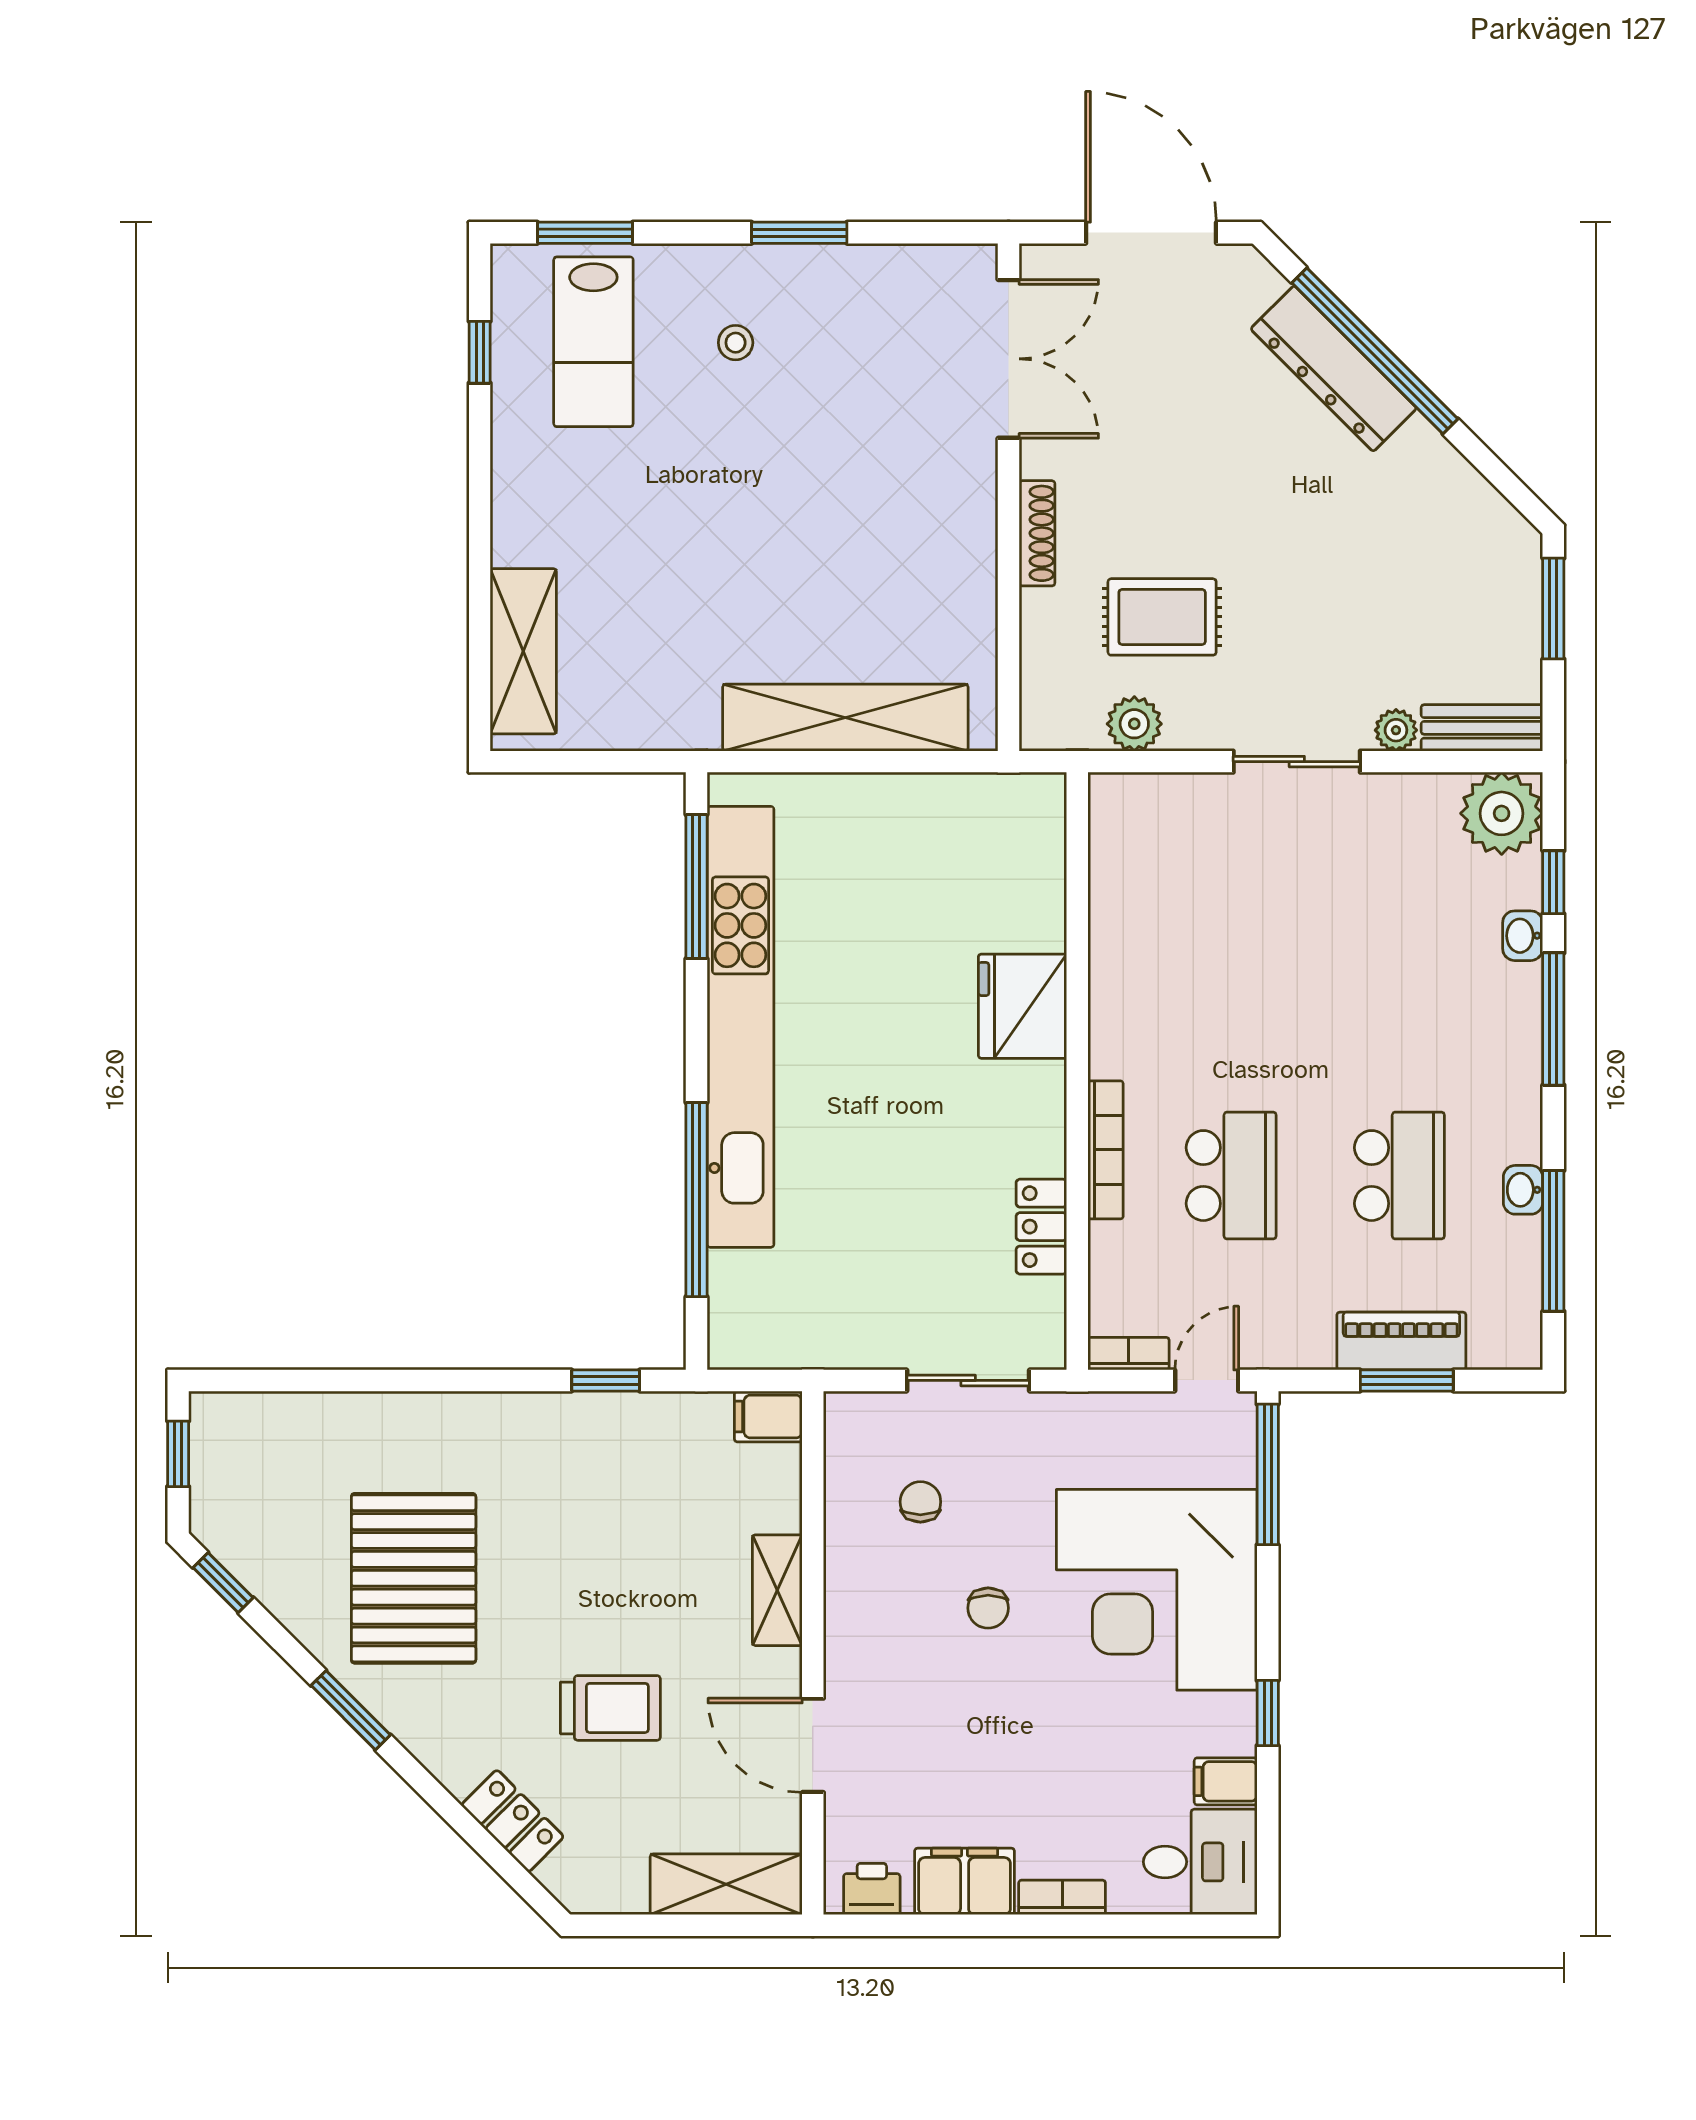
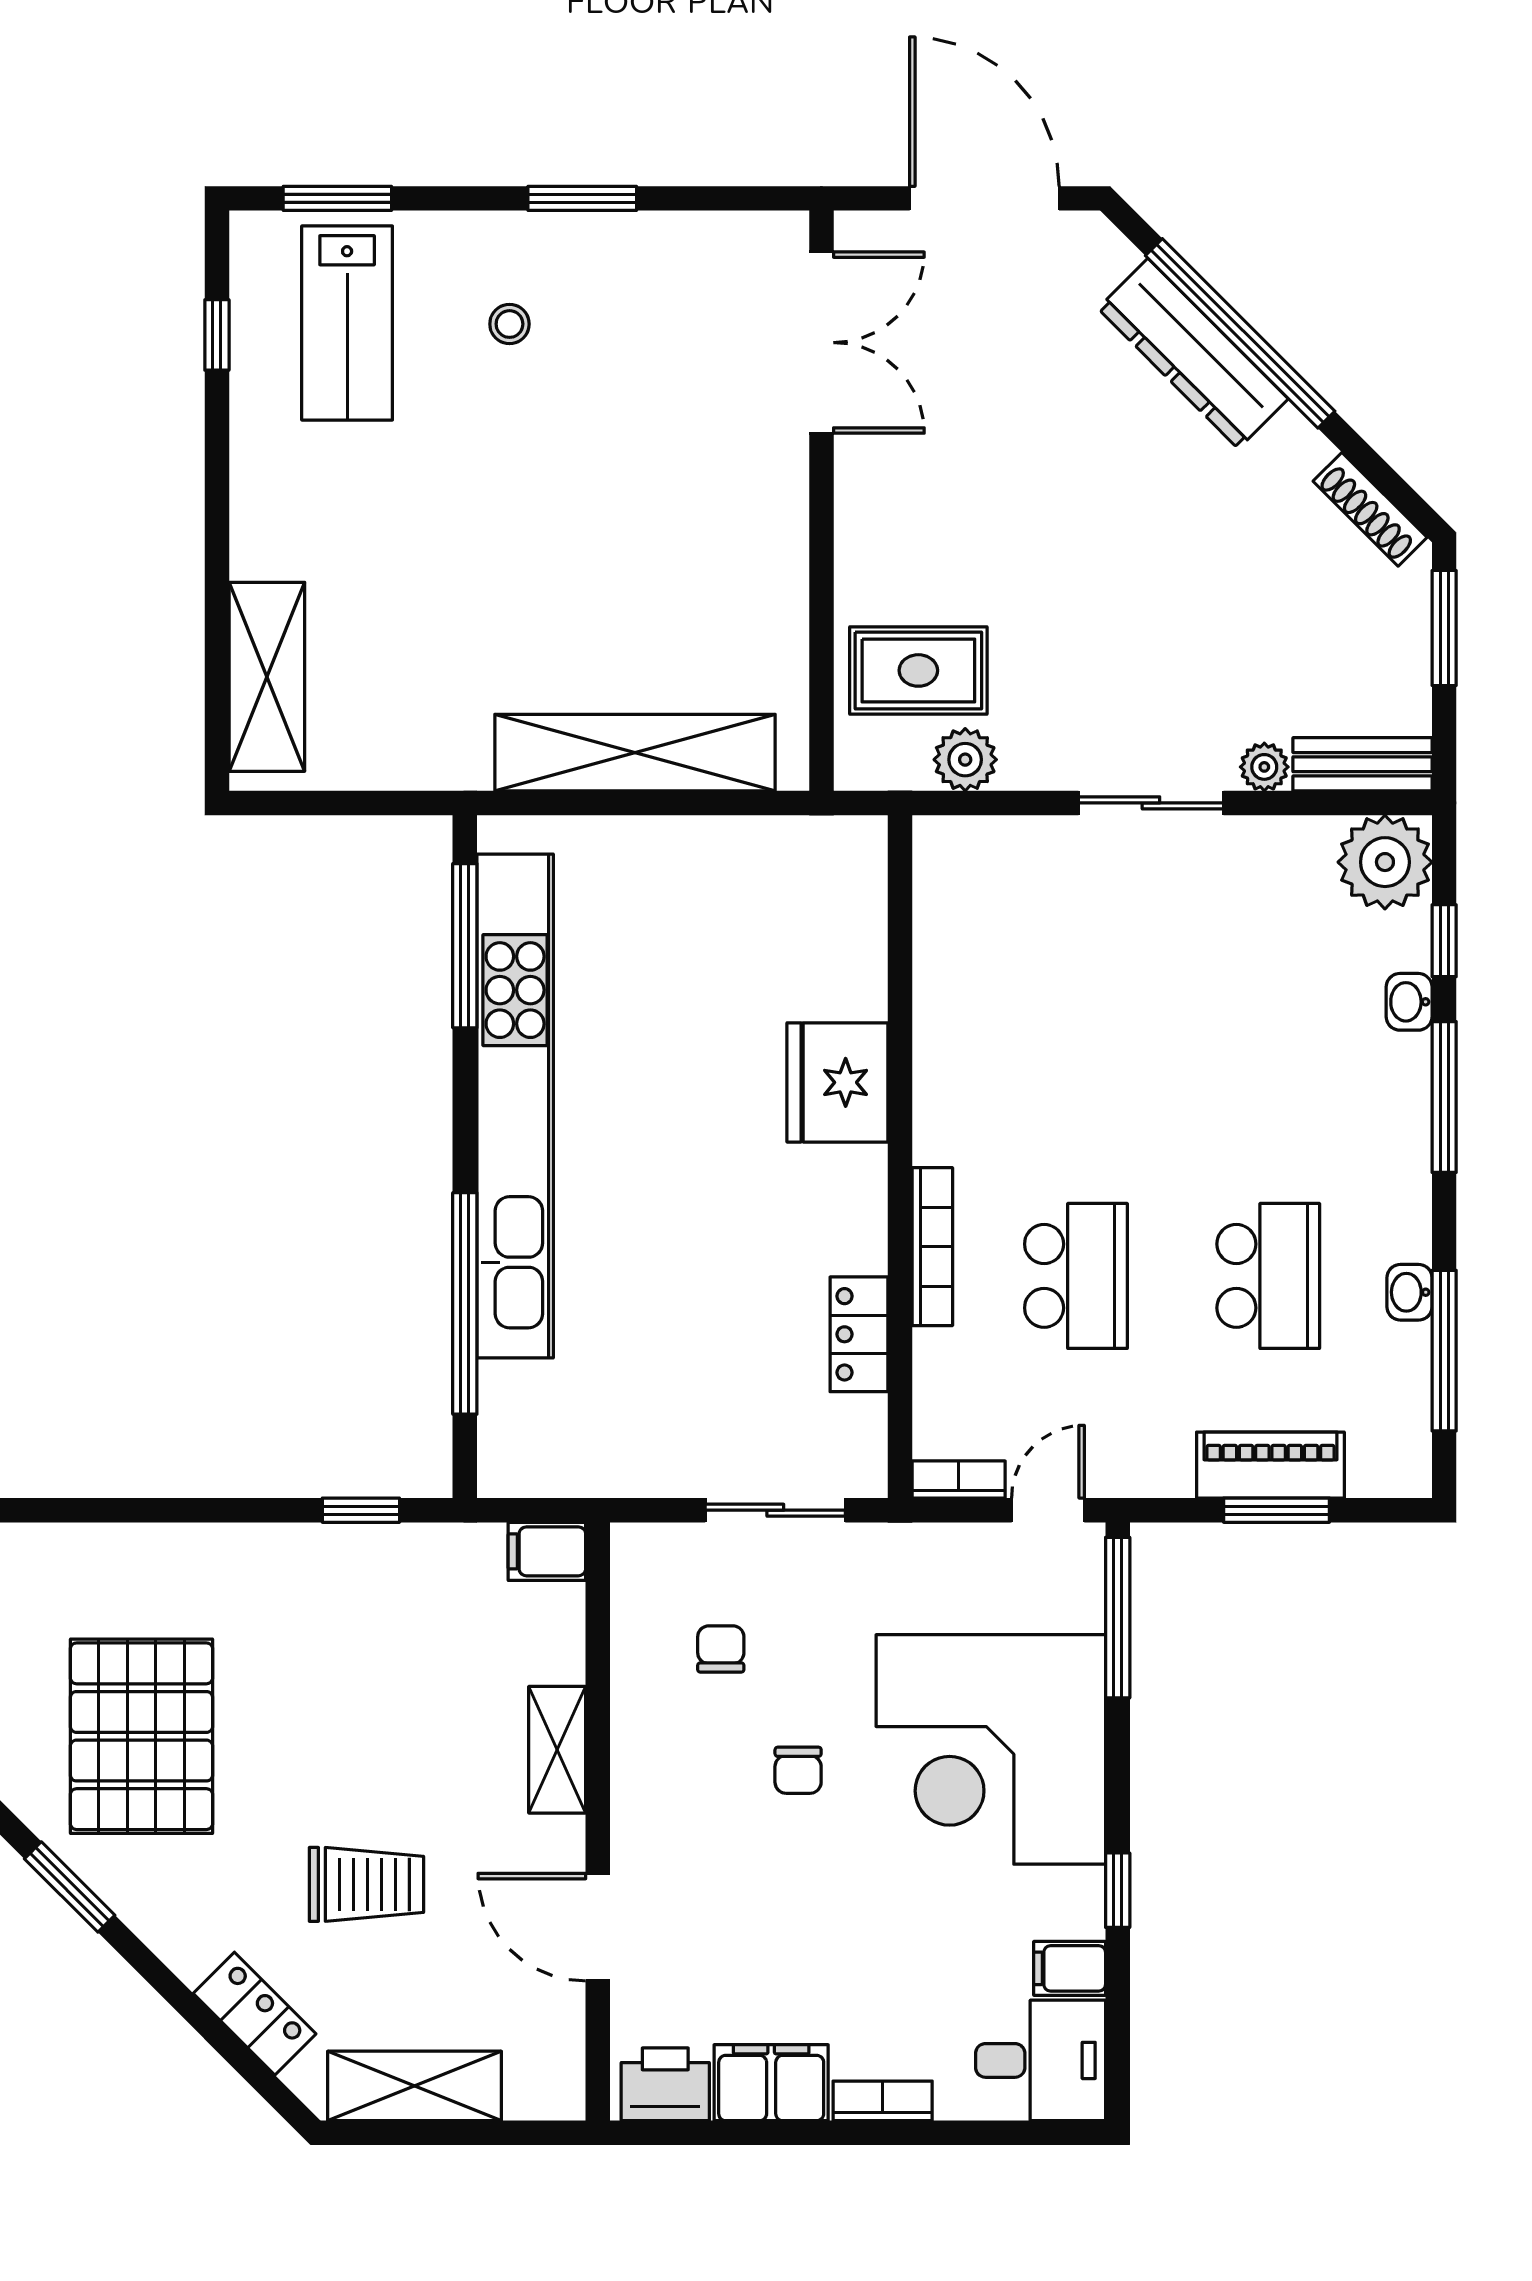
shoe rack: (1037, 533) -> (1370, 509), moved, turned 135
rug: (1162, 617) -> (918, 670), moved
shelving: (726, 1884) -> (414, 2086), moved
printer: (872, 1889) -> (665, 2084), width x1.36, depth x1.24

